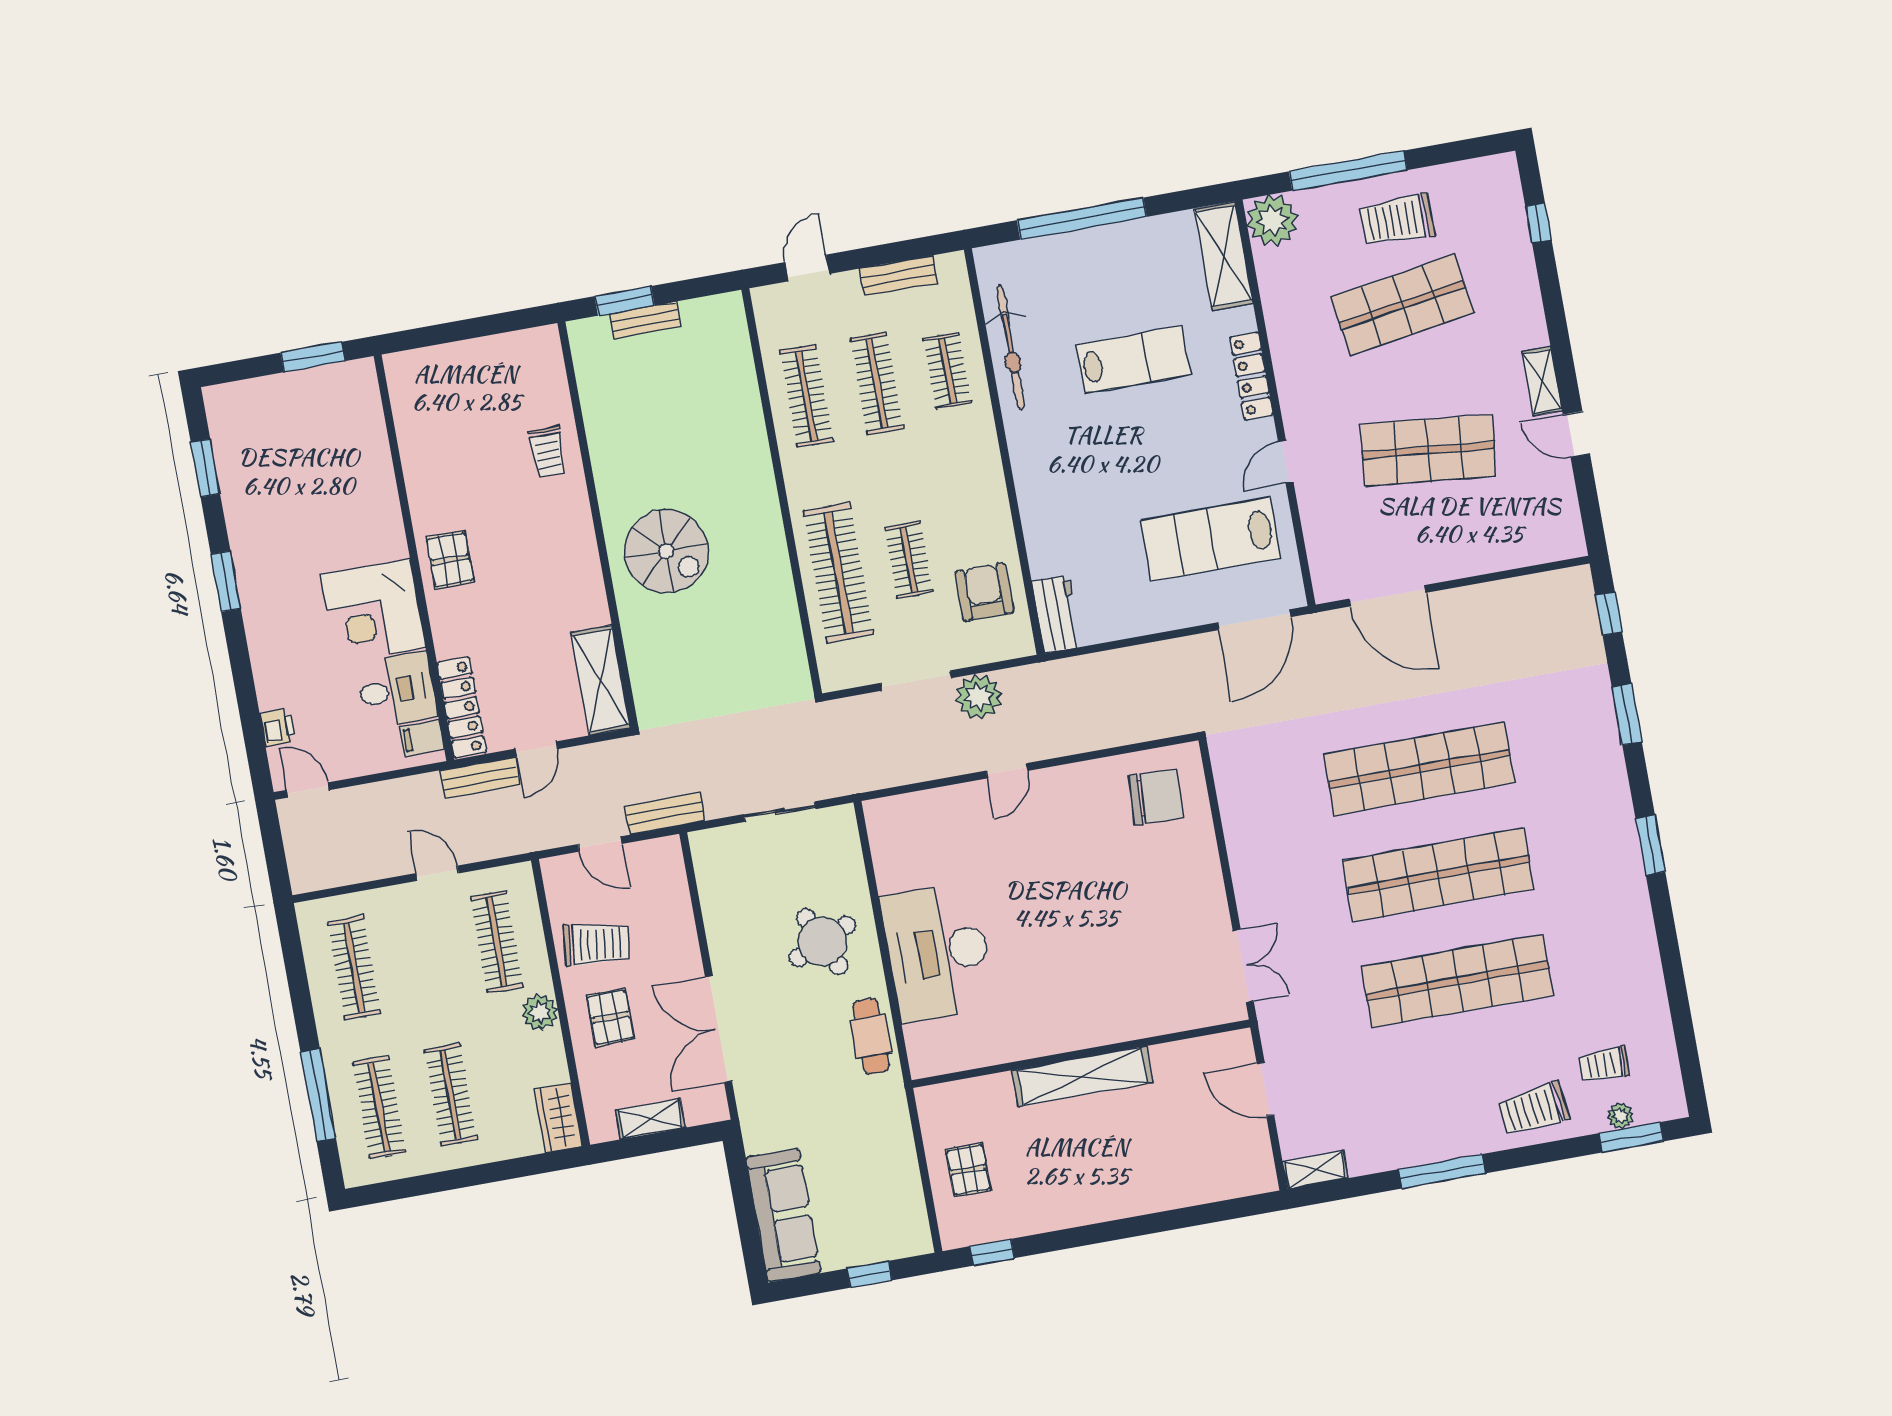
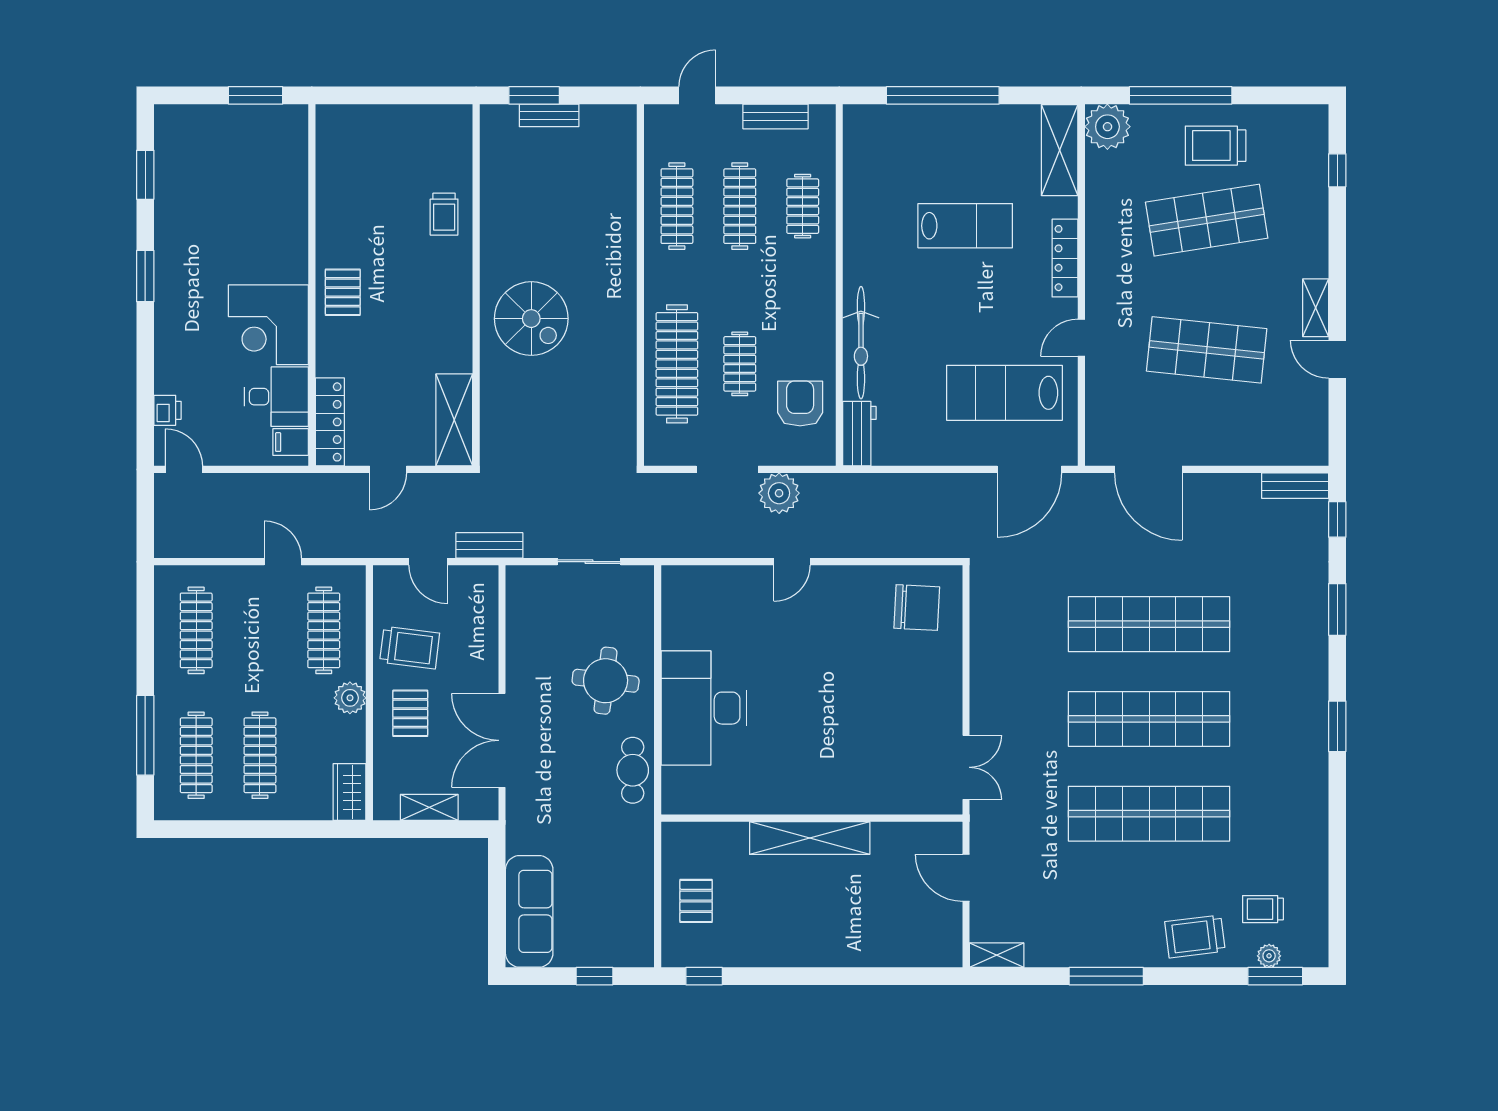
bicycle: (1011, 347) -> (861, 343), moved
bench: (480, 778) -> (1295, 486), moved
round table: (822, 941) -> (606, 681), turned 31

